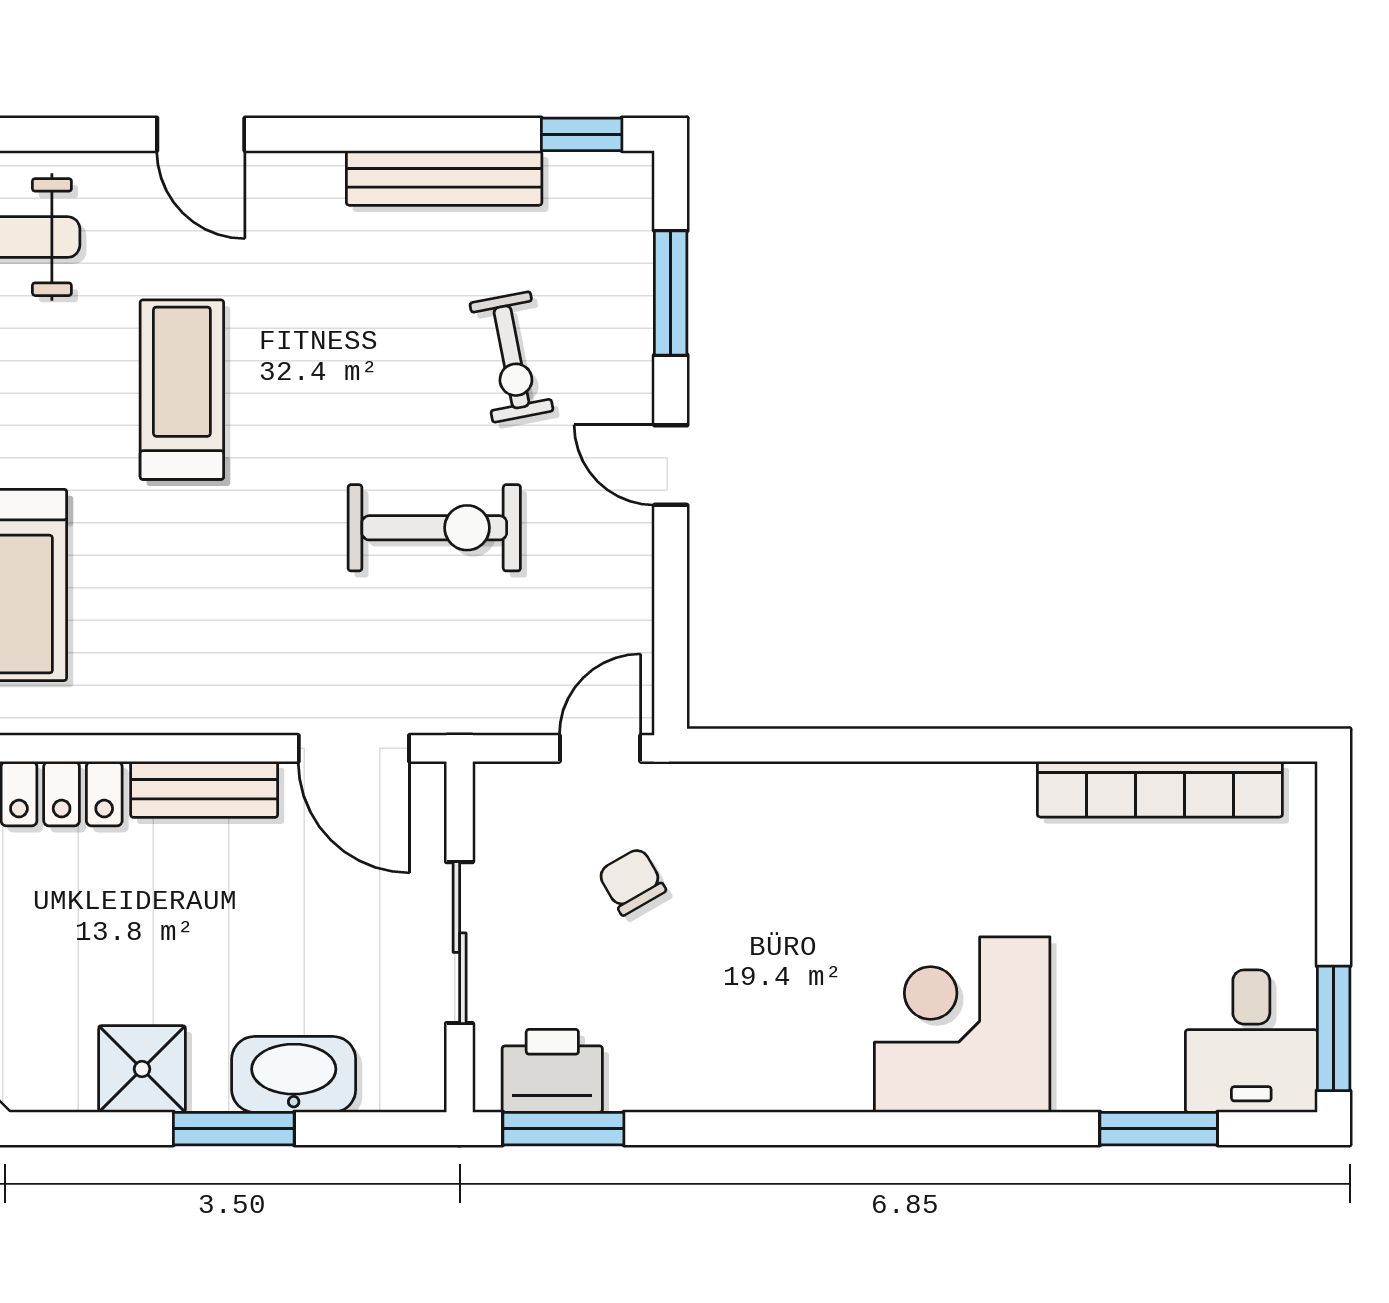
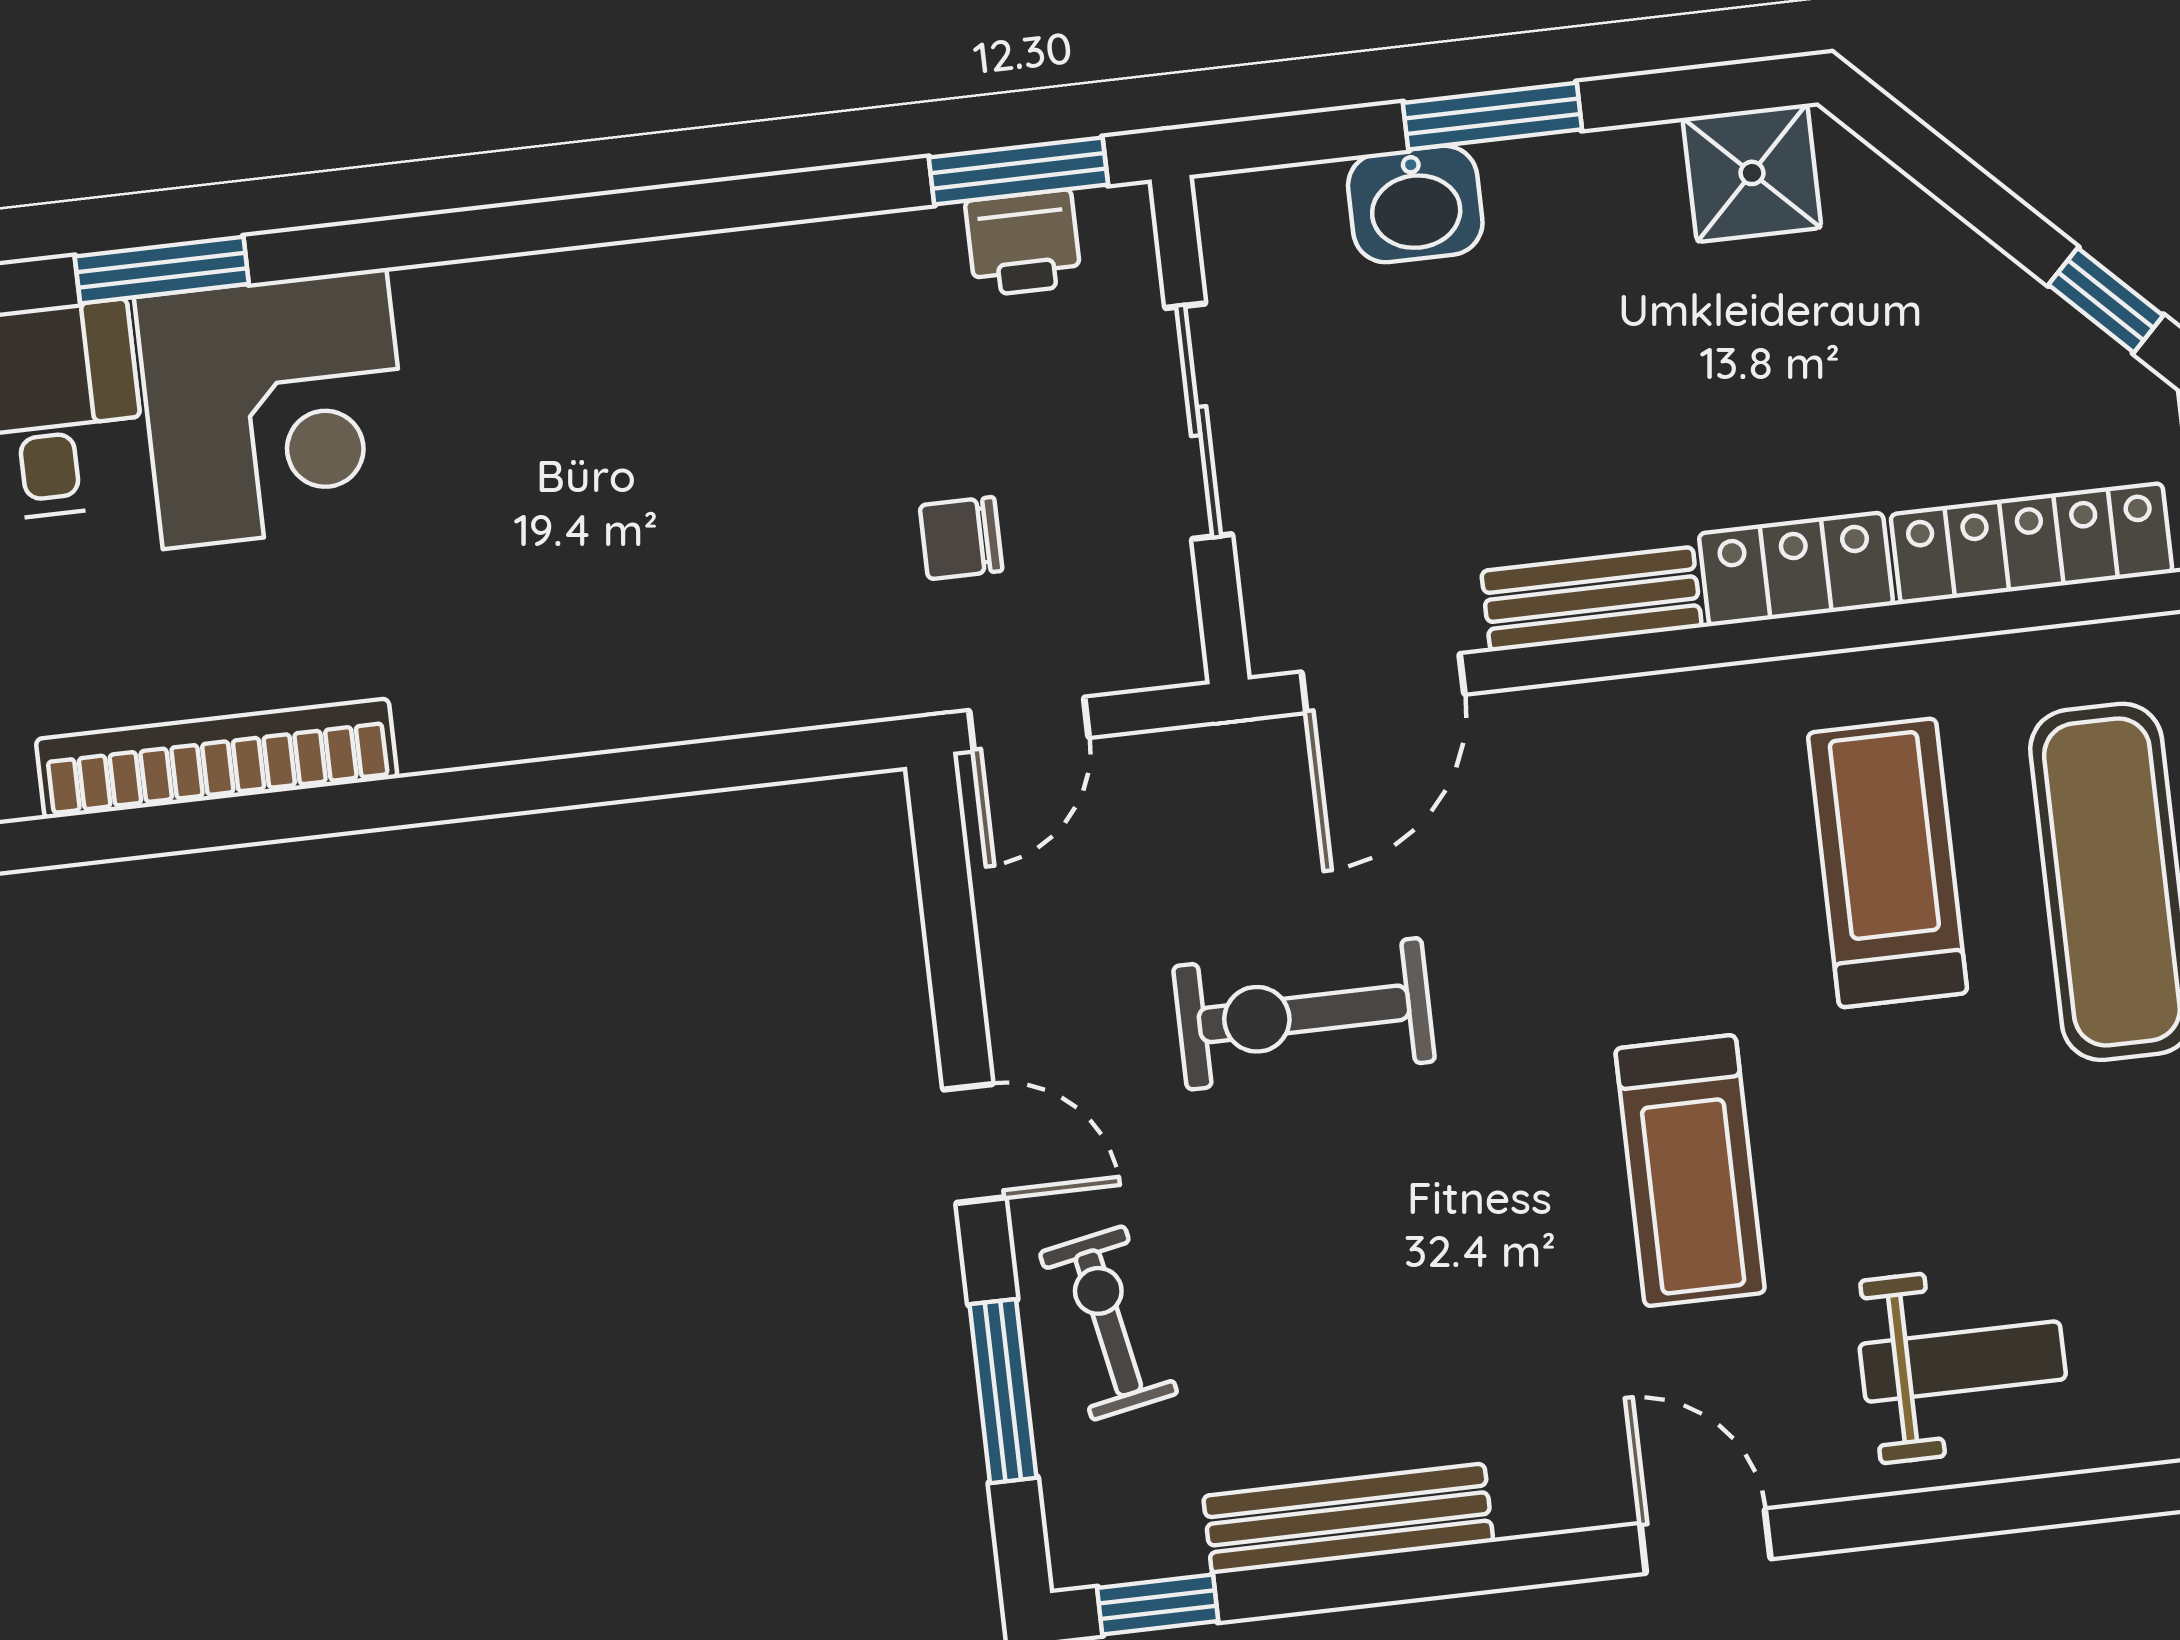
exercise bike: (511, 357) -> (1108, 1323), moved
door: (354, 748) -> (1383, 683), swing flipped
chair: (632, 881) -> (961, 538), turned 120
corner desk: (962, 1025) -> (275, 409), moved
shower: (142, 1069) -> (1752, 173), moved
printer: (552, 1071) -> (1023, 243), width x0.73, depth x0.81
washbasin: (294, 1074) -> (1415, 204), width x0.72

